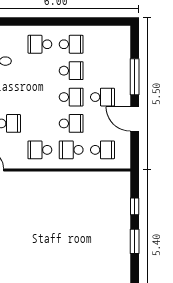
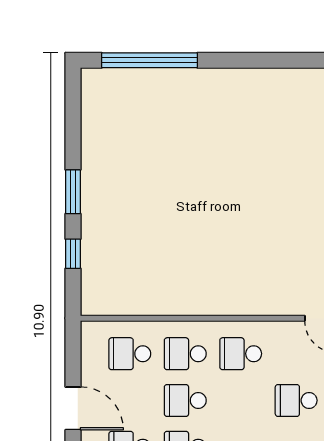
school desk: (40, 150) -> (241, 354), turned 180
school desk: (71, 150) -> (185, 354), turned 180

